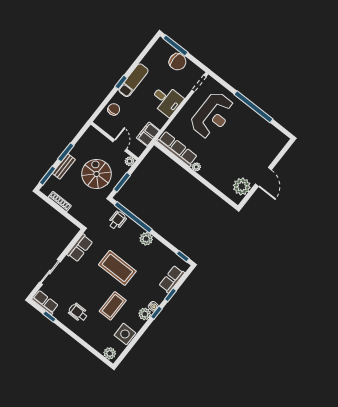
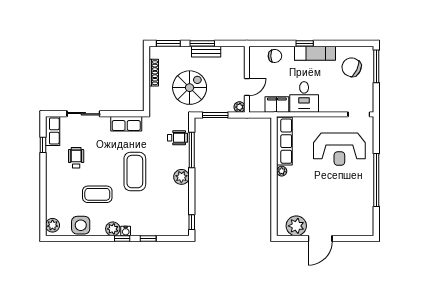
chair: (178, 62) -> (352, 67), moved, turned 116
desk: (167, 100) -> (304, 97), moved
bench: (64, 166) -> (206, 52), moved
spiral stairs: (96, 174) -> (190, 88), moved
window: (133, 217) -> (192, 150), width x0.68
row of seats: (172, 279) -> (163, 229), removed
wheelchair: (78, 313) -> (76, 158), moved

